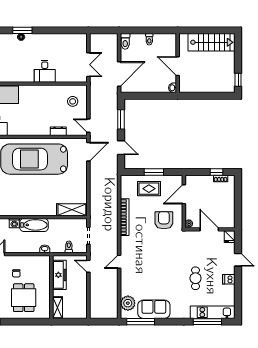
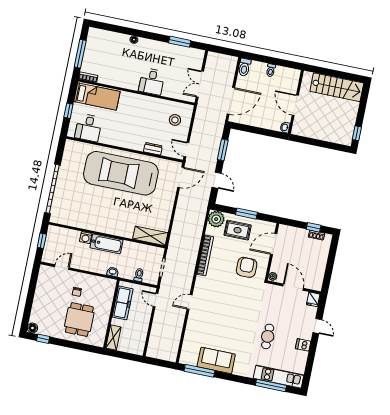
window: (22, 30) -> (180, 42), moved
double door: (88, 65) -> (200, 84), swing flipped
plant: (128, 303) -> (216, 219), moved

